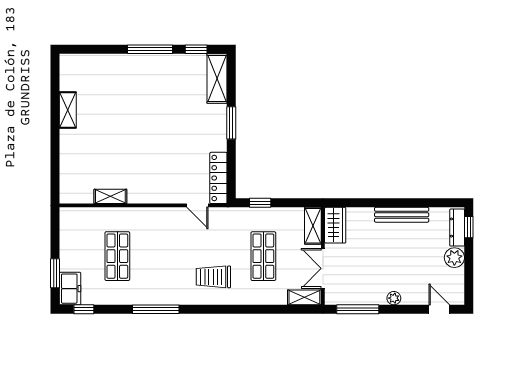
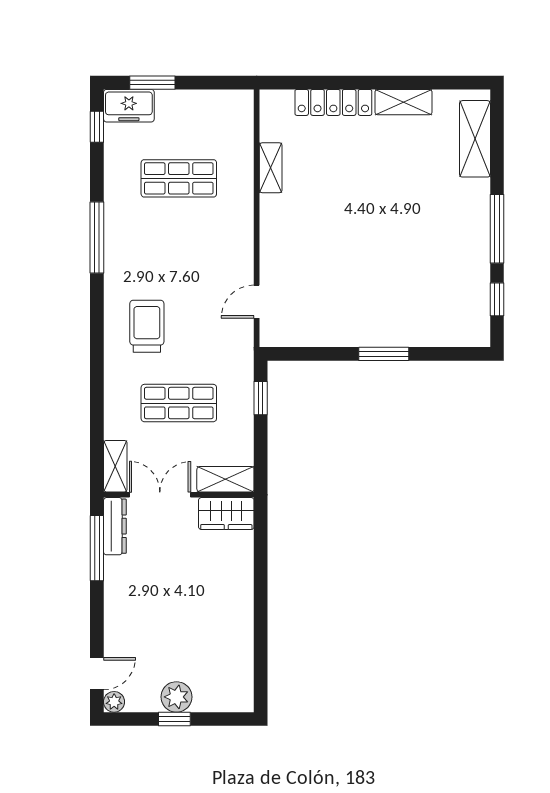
shelving: (217, 79) -> (475, 139), moved, turned 90
locker: (218, 178) -> (333, 102), moved, turned 180
bench: (402, 215) -> (242, 616), removed
window: (469, 227) -> (174, 719), moved
dresser: (457, 228) -> (115, 526), moved, turned 90
plant: (394, 298) -> (114, 702), moved

